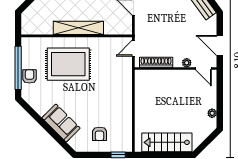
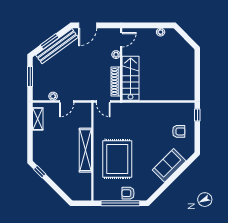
door: (220, 45) -> (88, 25), moved
stairs: (167, 142) -> (131, 78), moved, turned 180

